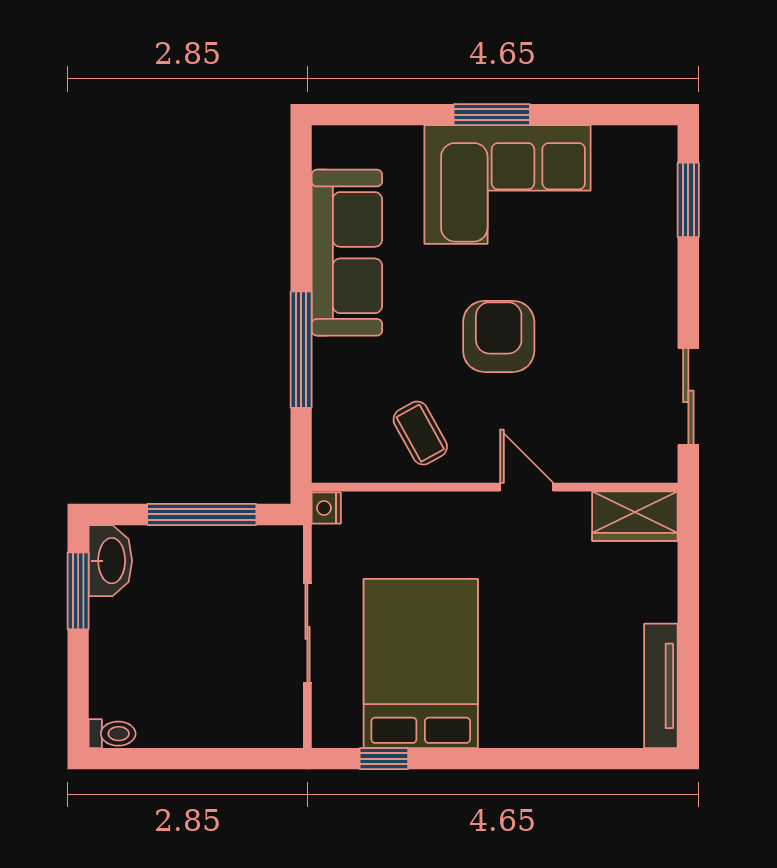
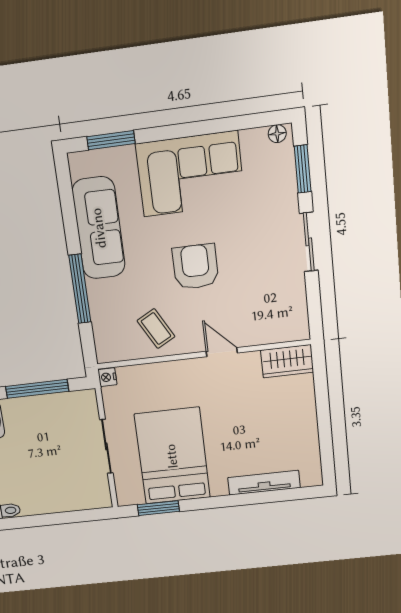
window: (492, 115) -> (111, 140), moved
floor lamp: (653, 139) -> (277, 134), added
sliding door: (688, 396) -> (309, 242), moved
tv unit: (661, 686) -> (264, 483), moved, turned 90
window: (384, 759) -> (158, 508), width x1.50

